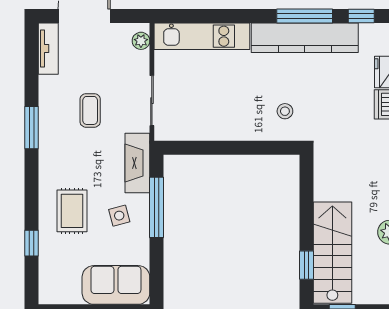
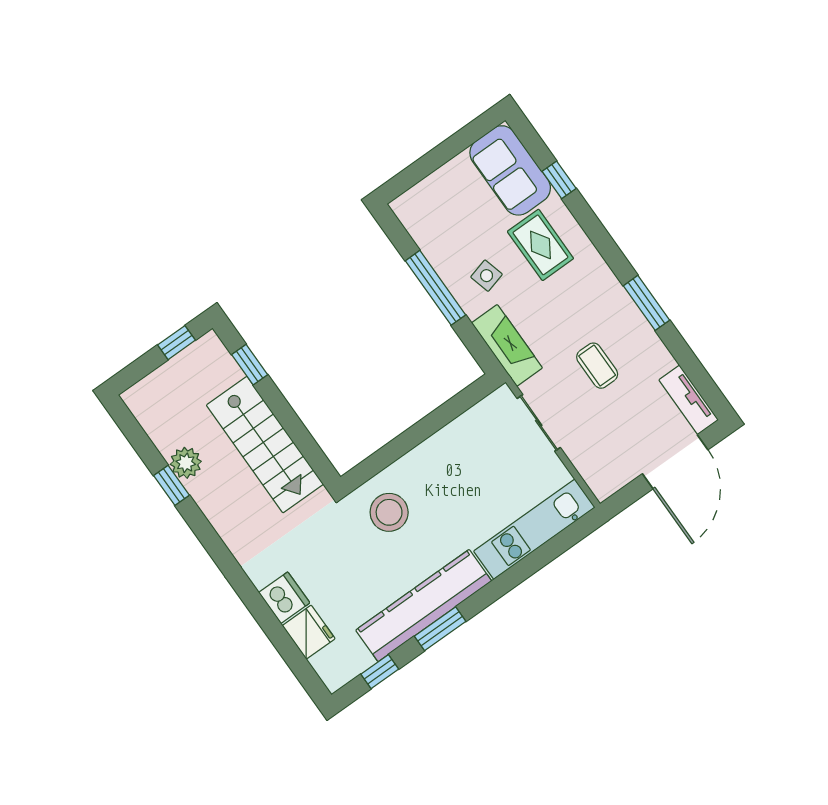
window: (305, 16) -> (440, 629), width x0.69
plant: (141, 41) -> (596, 478), removed
stool: (285, 111) -> (389, 512), width x1.89, depth x1.89
window: (157, 207) -> (435, 288), moved
stairs: (332, 253) -> (265, 445), moved
sofa: (116, 285) -> (510, 170), moved, turned 90

